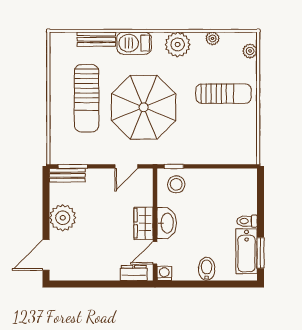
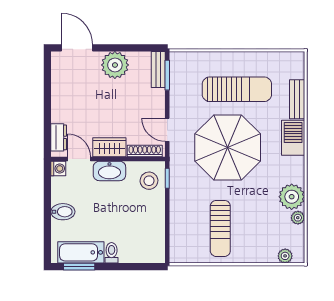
plant: (178, 44) -> (292, 197), moved
sun lounger: (224, 94) -> (220, 228), moved
sun lounger: (87, 98) -> (237, 89), turned 180
shoe rack: (147, 189) -> (145, 151), added

